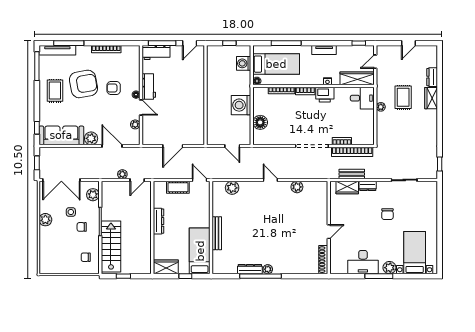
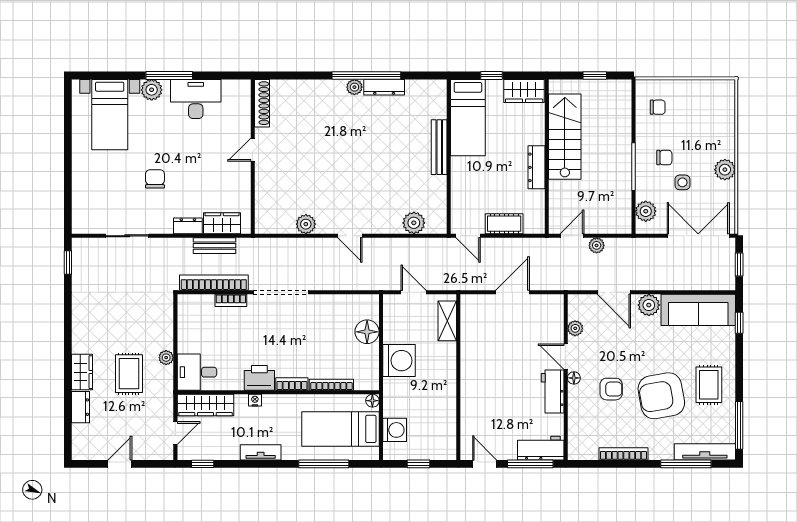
door: (190, 43) -> (485, 464), hinge flipped
shelving: (212, 129) -> (447, 321), added
stairs: (111, 246) -> (565, 137), moved, turned 180

